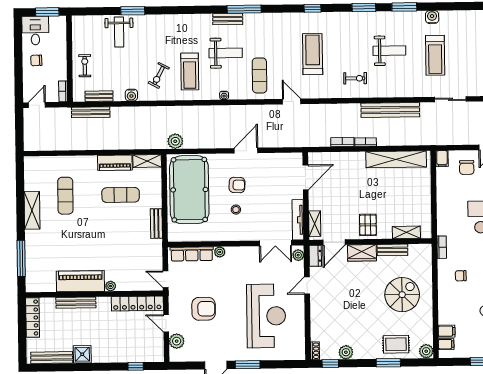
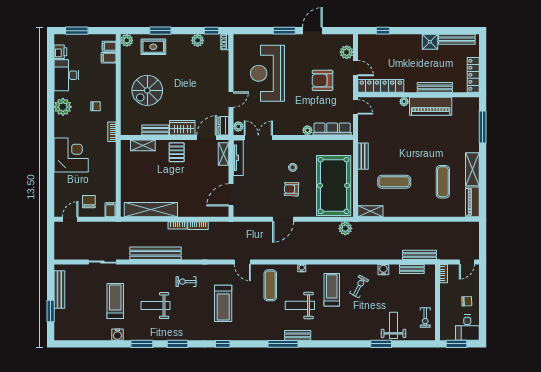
exercise bike: (85, 66) -> (425, 318), moved
piano: (115, 163) -> (472, 202), moved, turned -90

